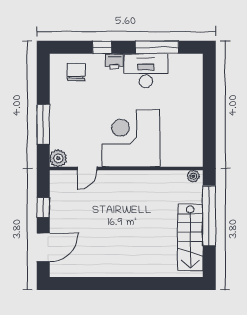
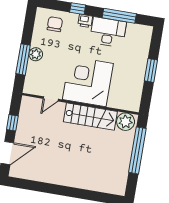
window: (209, 111) -> (151, 70), added
plant: (58, 158) -> (36, 54), moved
plant: (193, 176) -> (126, 122), width x1.87, depth x1.87
stairs: (190, 237) -> (90, 117), moved, turned -90

